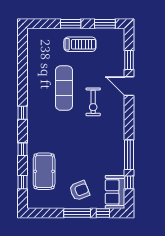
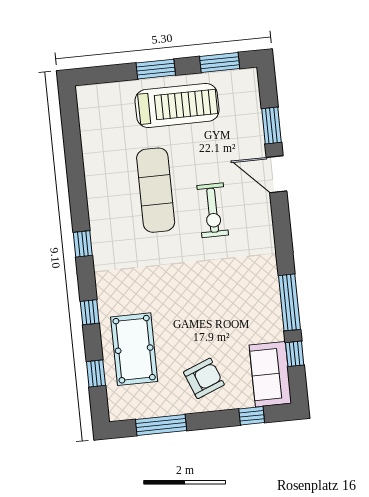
treadmill: (80, 44) -> (177, 105), width x1.37, depth x1.38
window: (77, 213) -> (161, 425), moved

